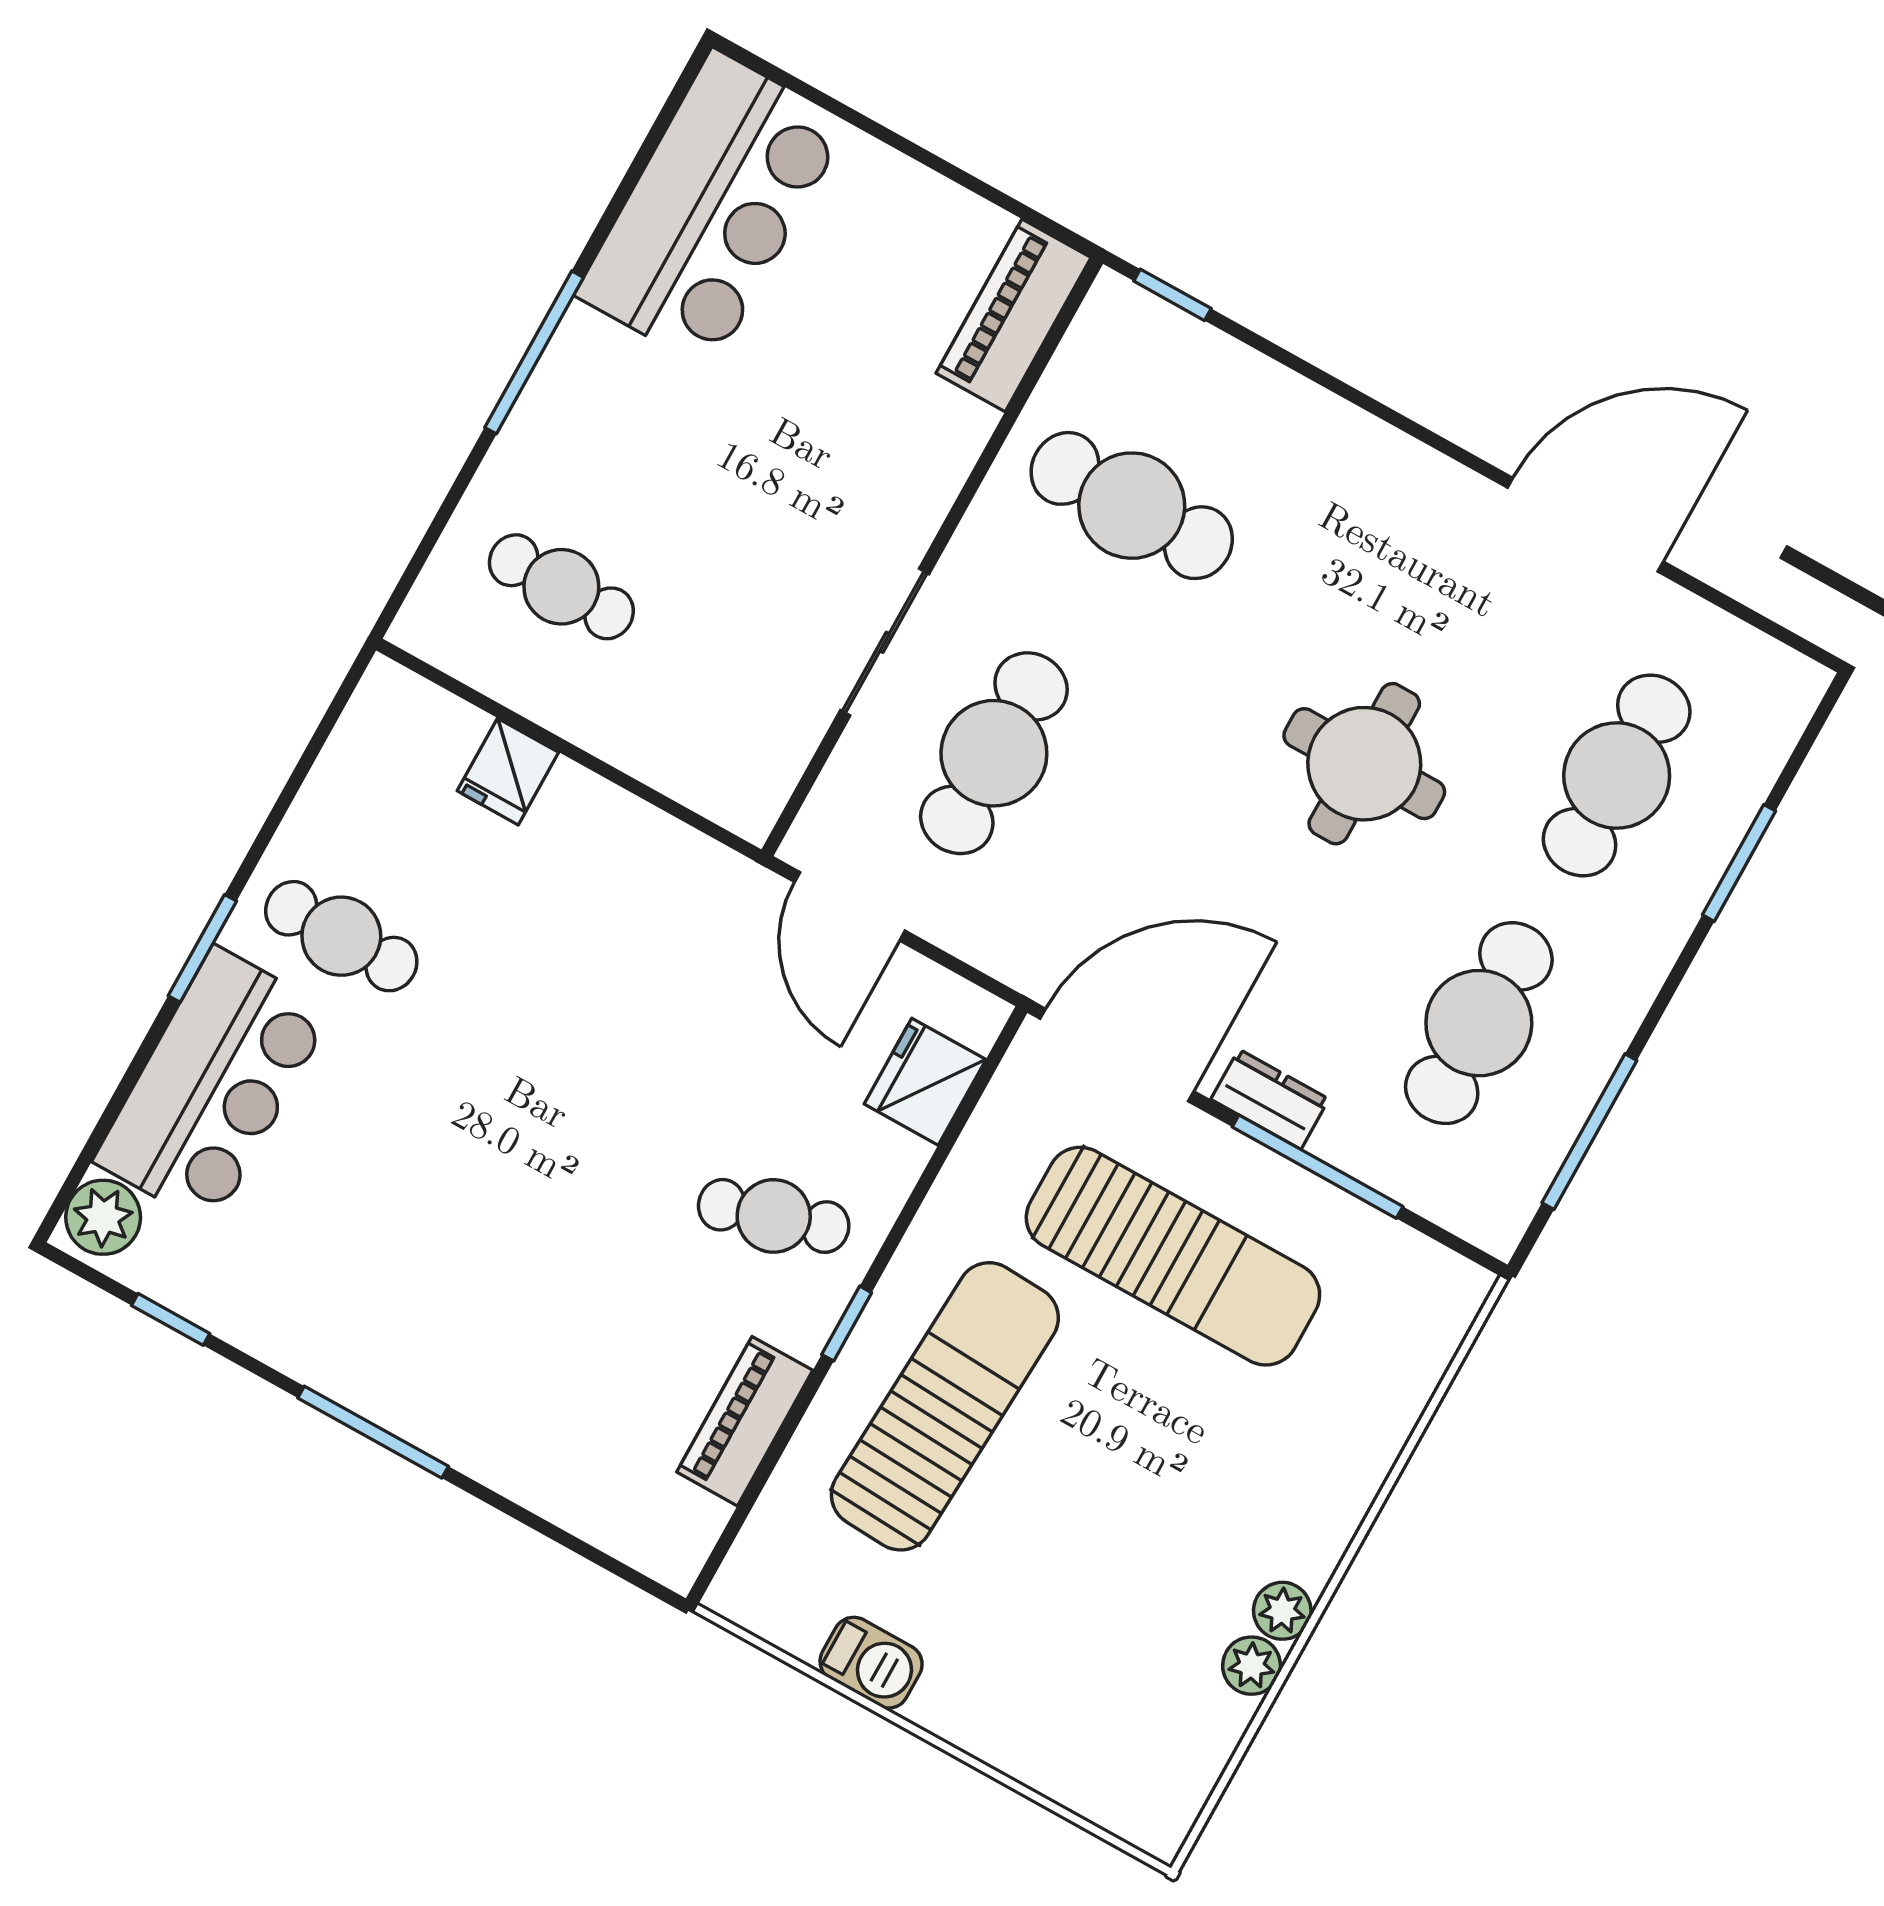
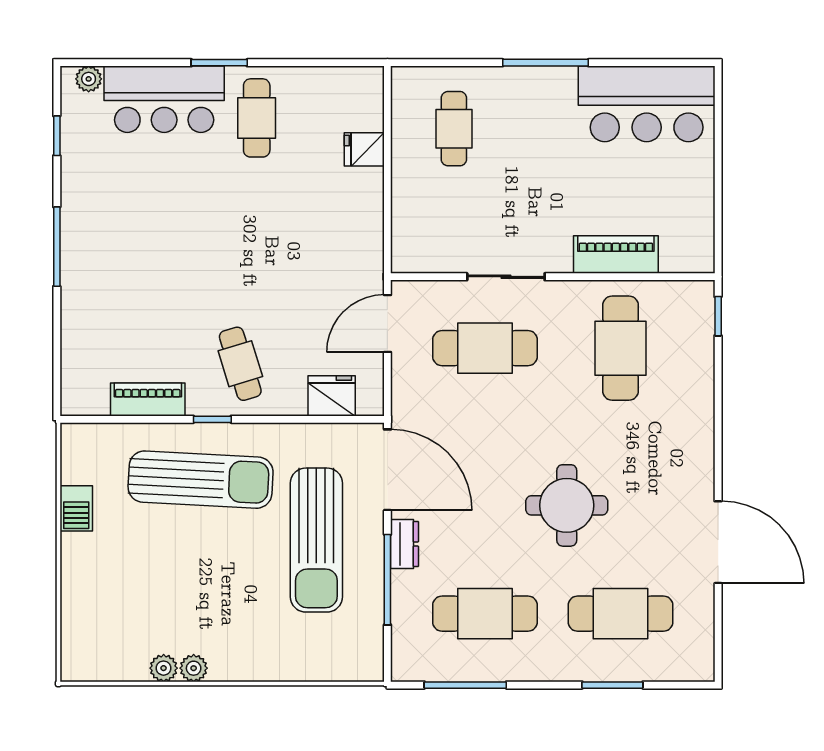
piano: (1014, 315) -> (616, 255), moved
plant: (103, 1217) -> (89, 79), width x0.73, depth x0.73

